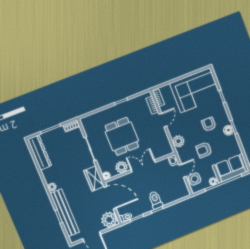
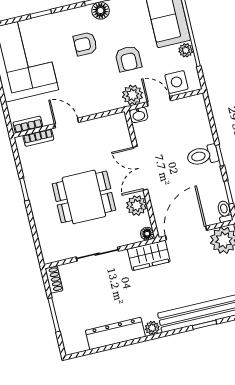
plant: (178, 141) -> (133, 95), moved
dresser: (40, 153) -> (115, 333), moved

